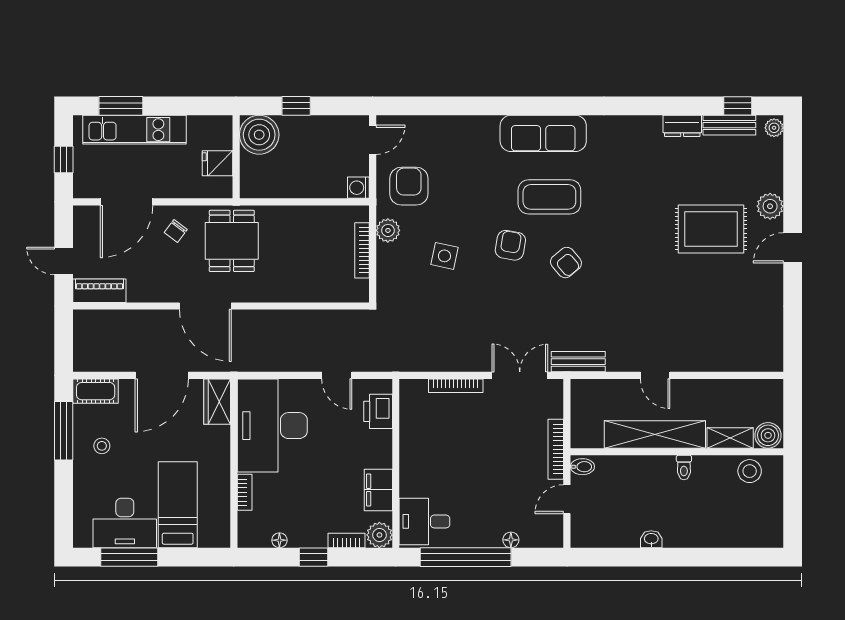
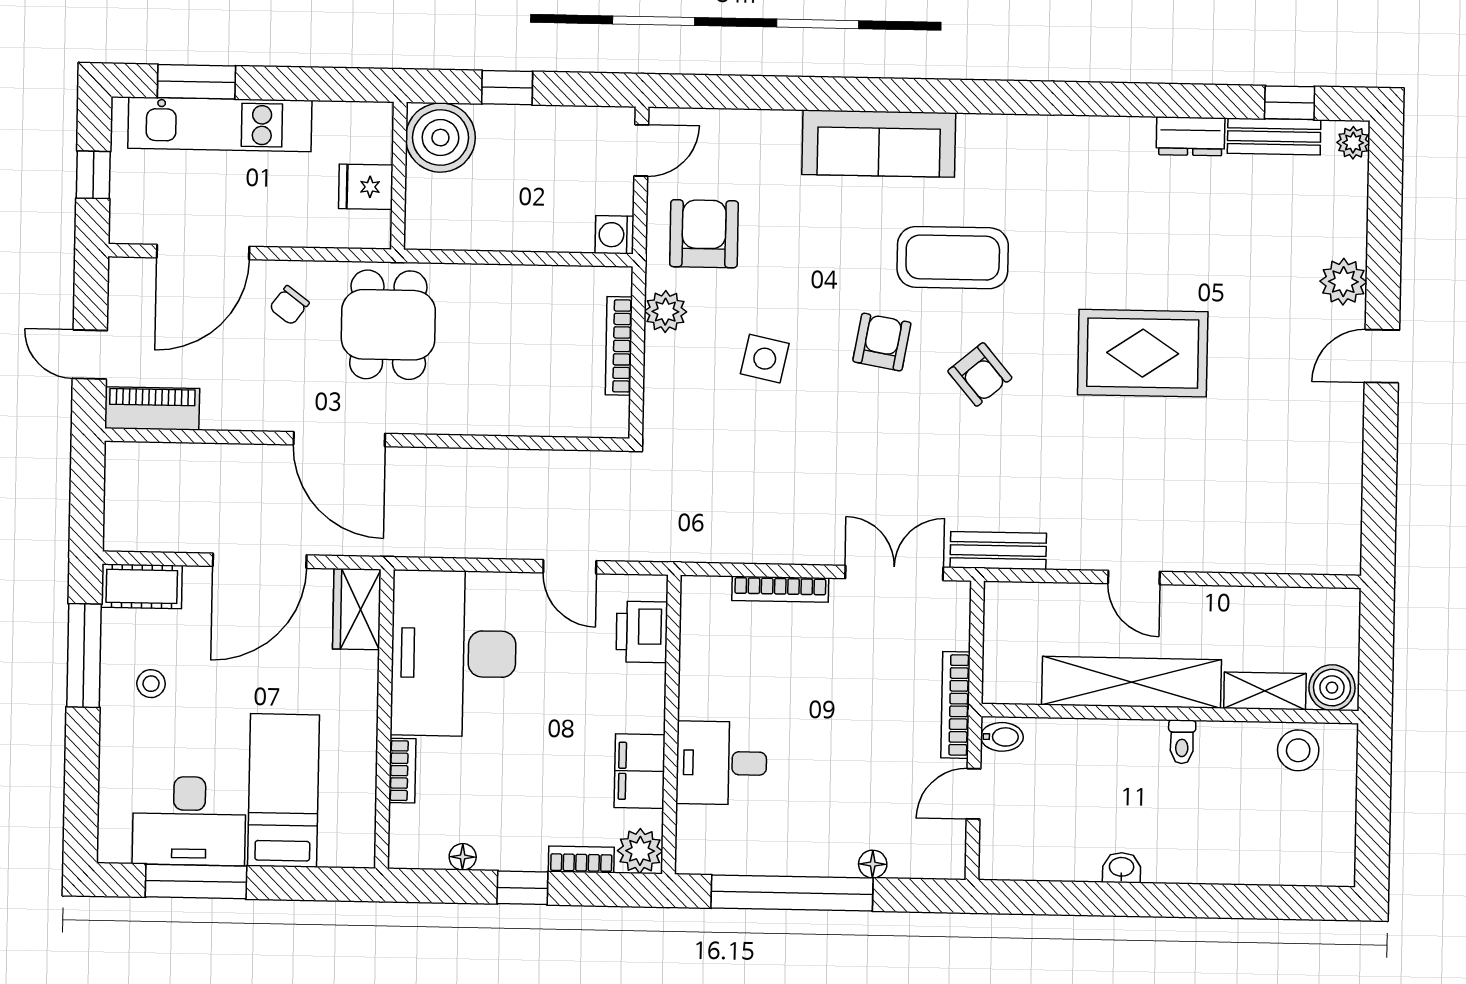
sofa: (543, 133) -> (879, 144), moved
rug: (711, 229) -> (1143, 353), moved
desk: (424, 521) -> (721, 763), moved

